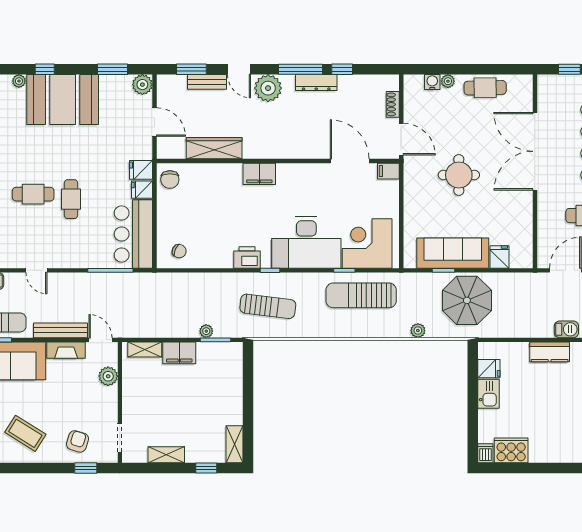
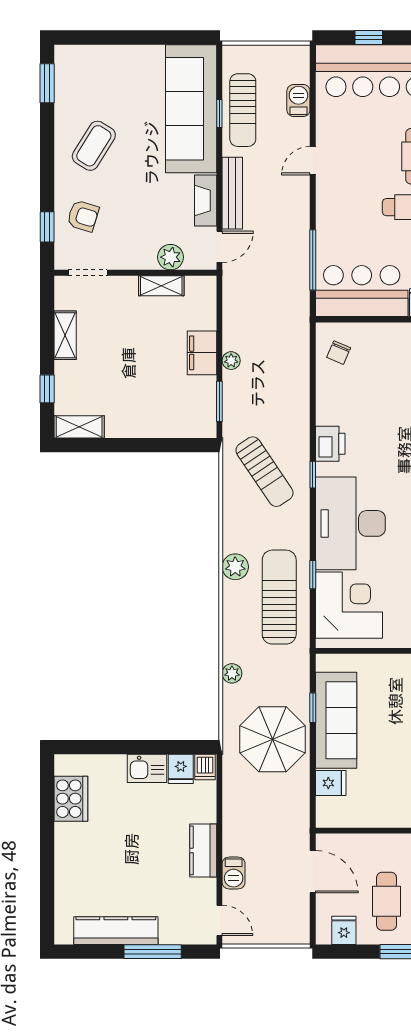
sun lounger: (268, 306) -> (265, 472), turned -41
plant: (339, 328) -> (235, 567), added
plant: (206, 331) -> (231, 361), moved
shelving: (145, 350) -> (161, 286), moved, turned 90
dishwasher: (485, 453) -> (205, 767), moved, turned 90

